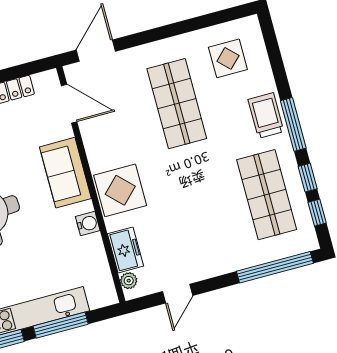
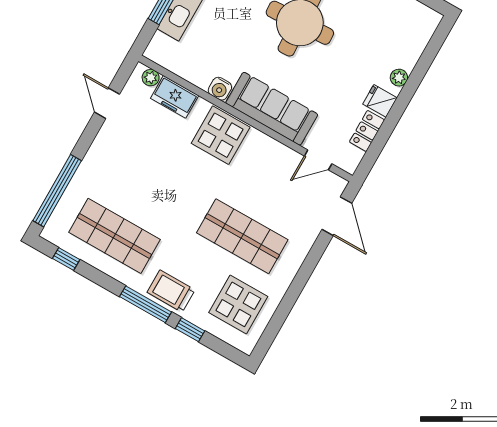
display table: (228, 58) -> (238, 304), width x1.36, depth x1.36
door: (69, 104) -> (318, 160), width x0.73
trolley: (266, 116) -> (171, 291), turned 180
sofa: (65, 173) -> (272, 109), width x1.36
window: (308, 178) -> (190, 330), moved

